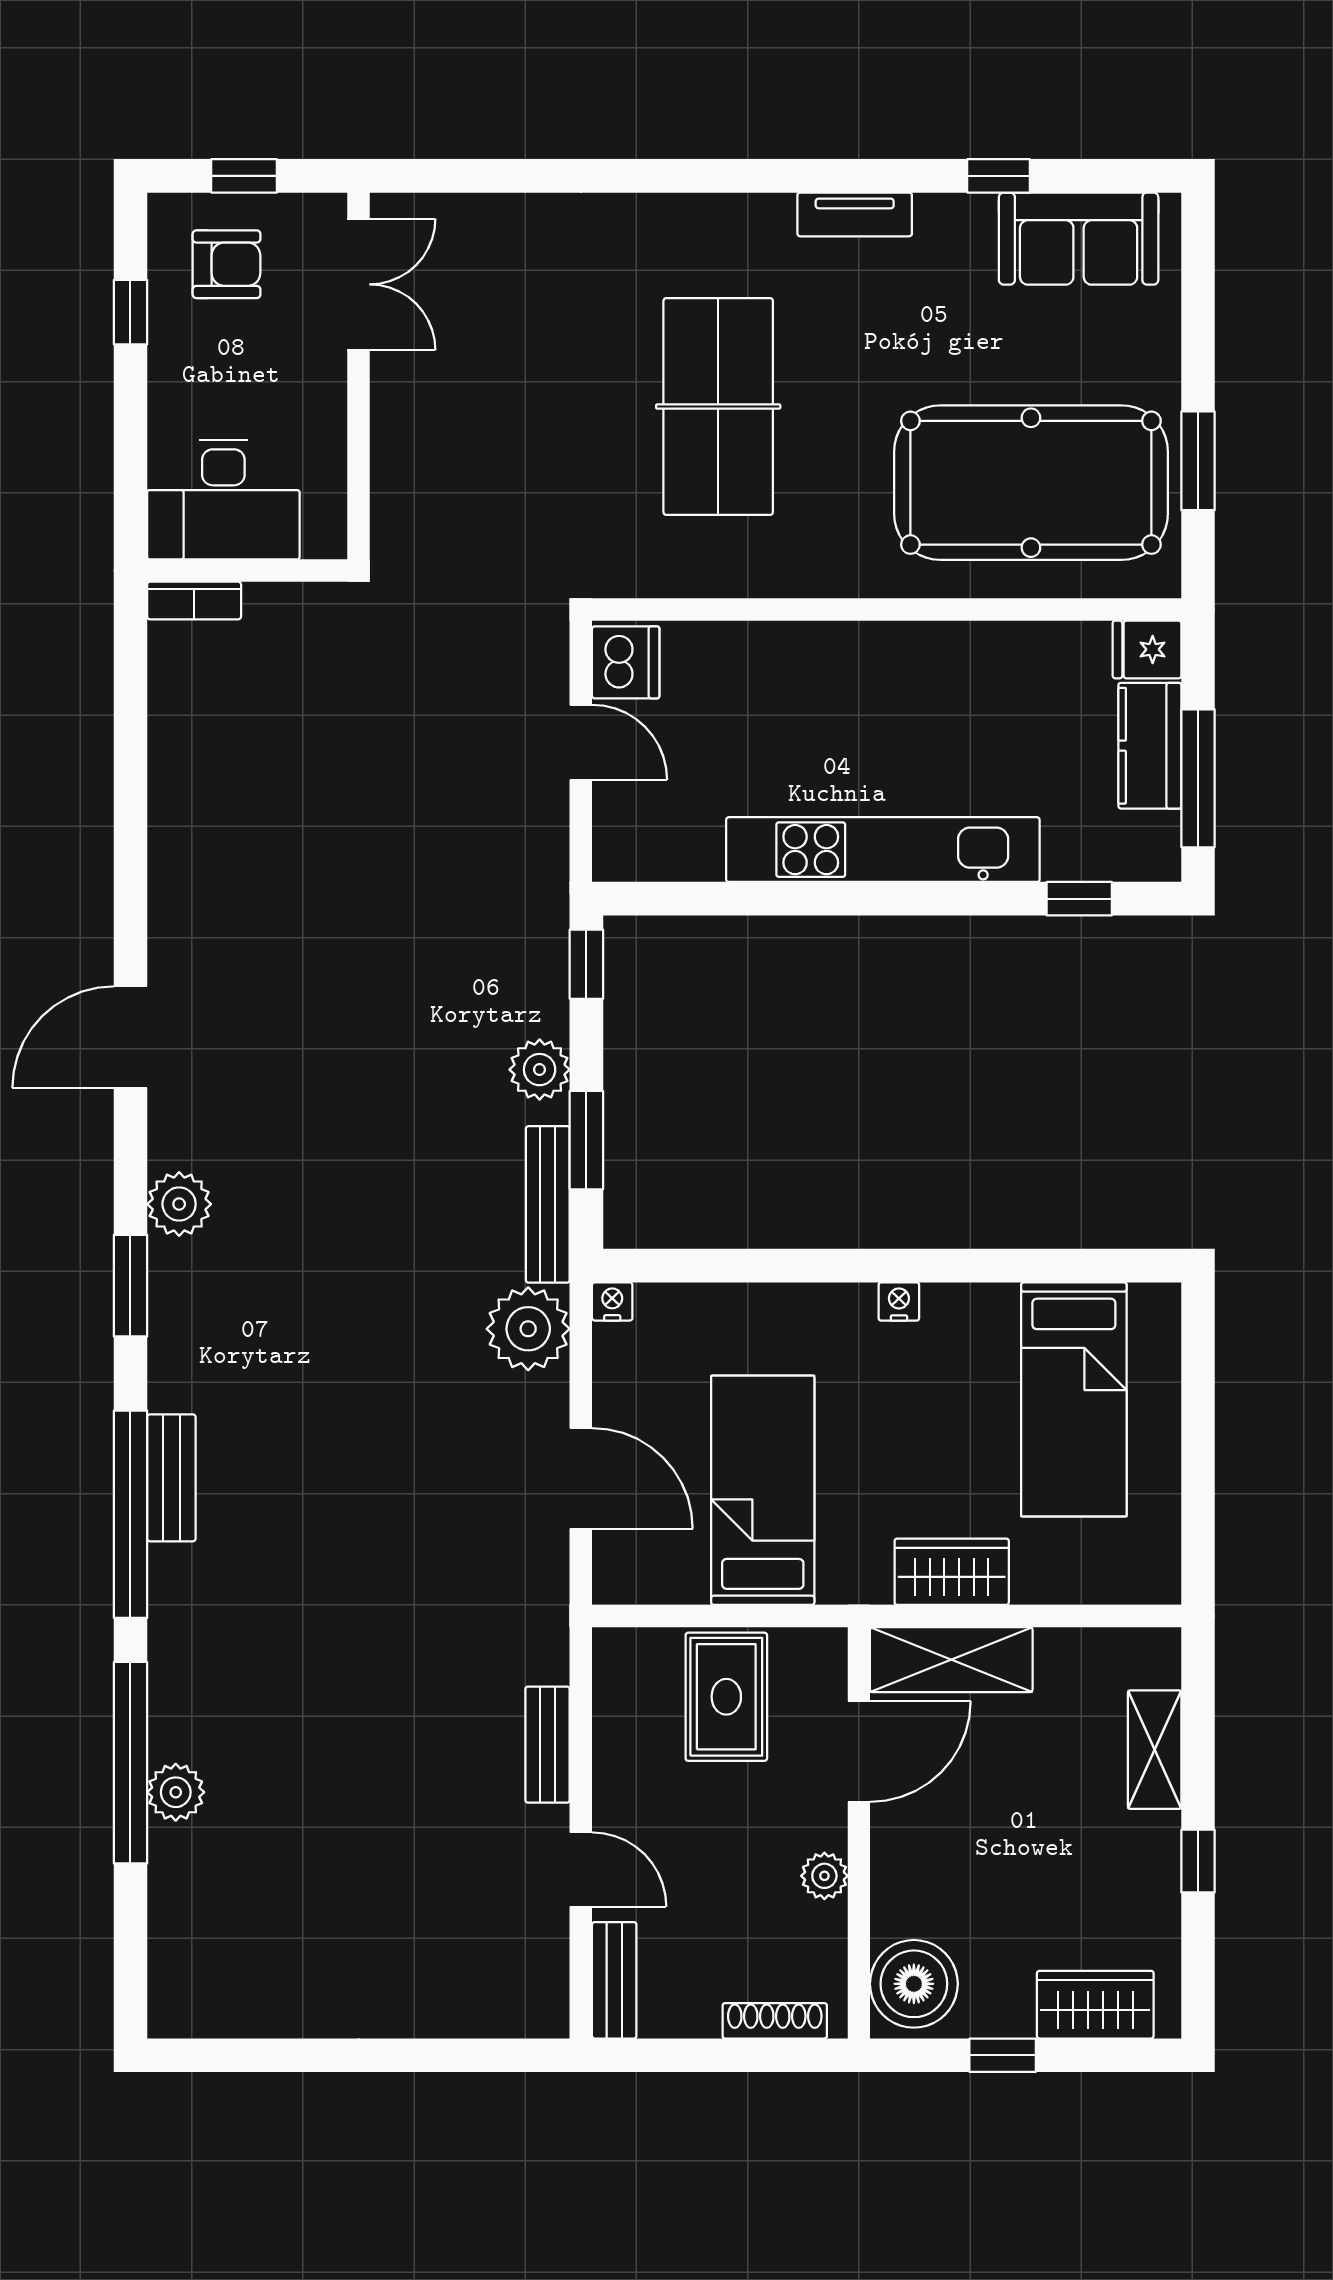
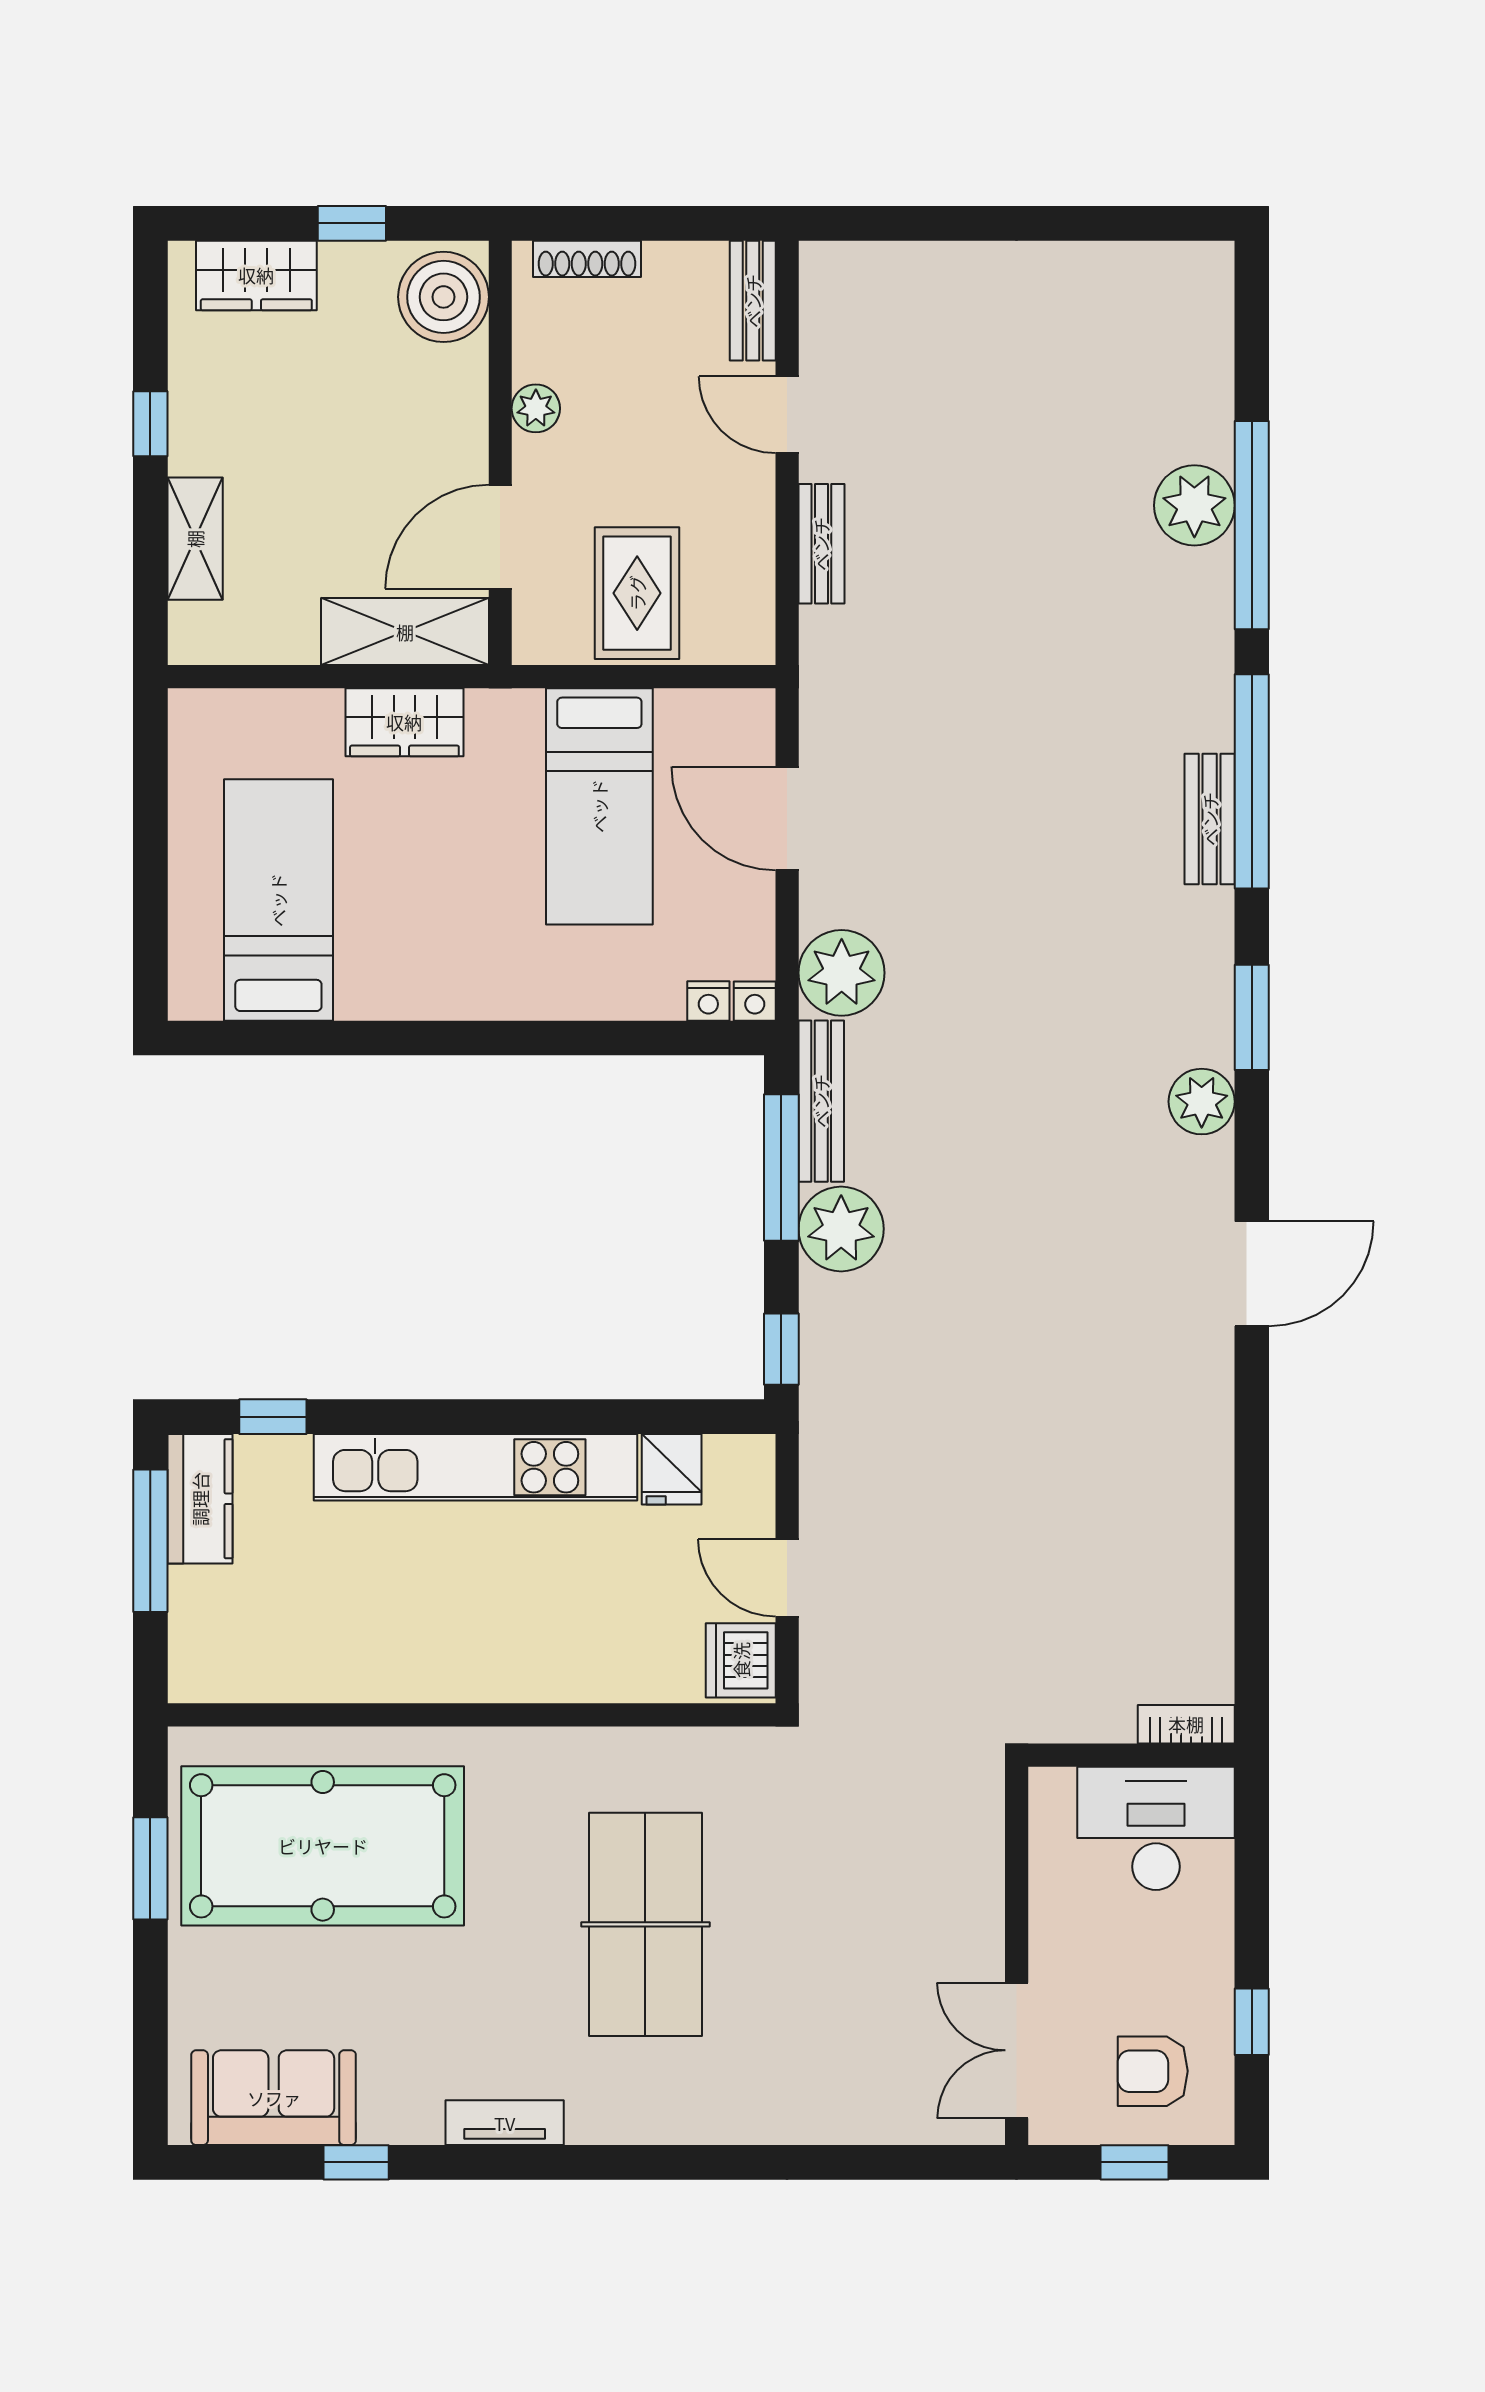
fridge: (1147, 649) -> (672, 1469), moved, turned 90
kitchen counter: (1150, 746) -> (200, 1499), moved
plant: (540, 1070) -> (841, 1229), width x1.36, depth x1.36
window: (586, 1140) -> (781, 1167), width x1.44
nightstand: (899, 1302) -> (708, 1001), moved
plant: (176, 1792) -> (1194, 505), width x1.36, depth x1.36

